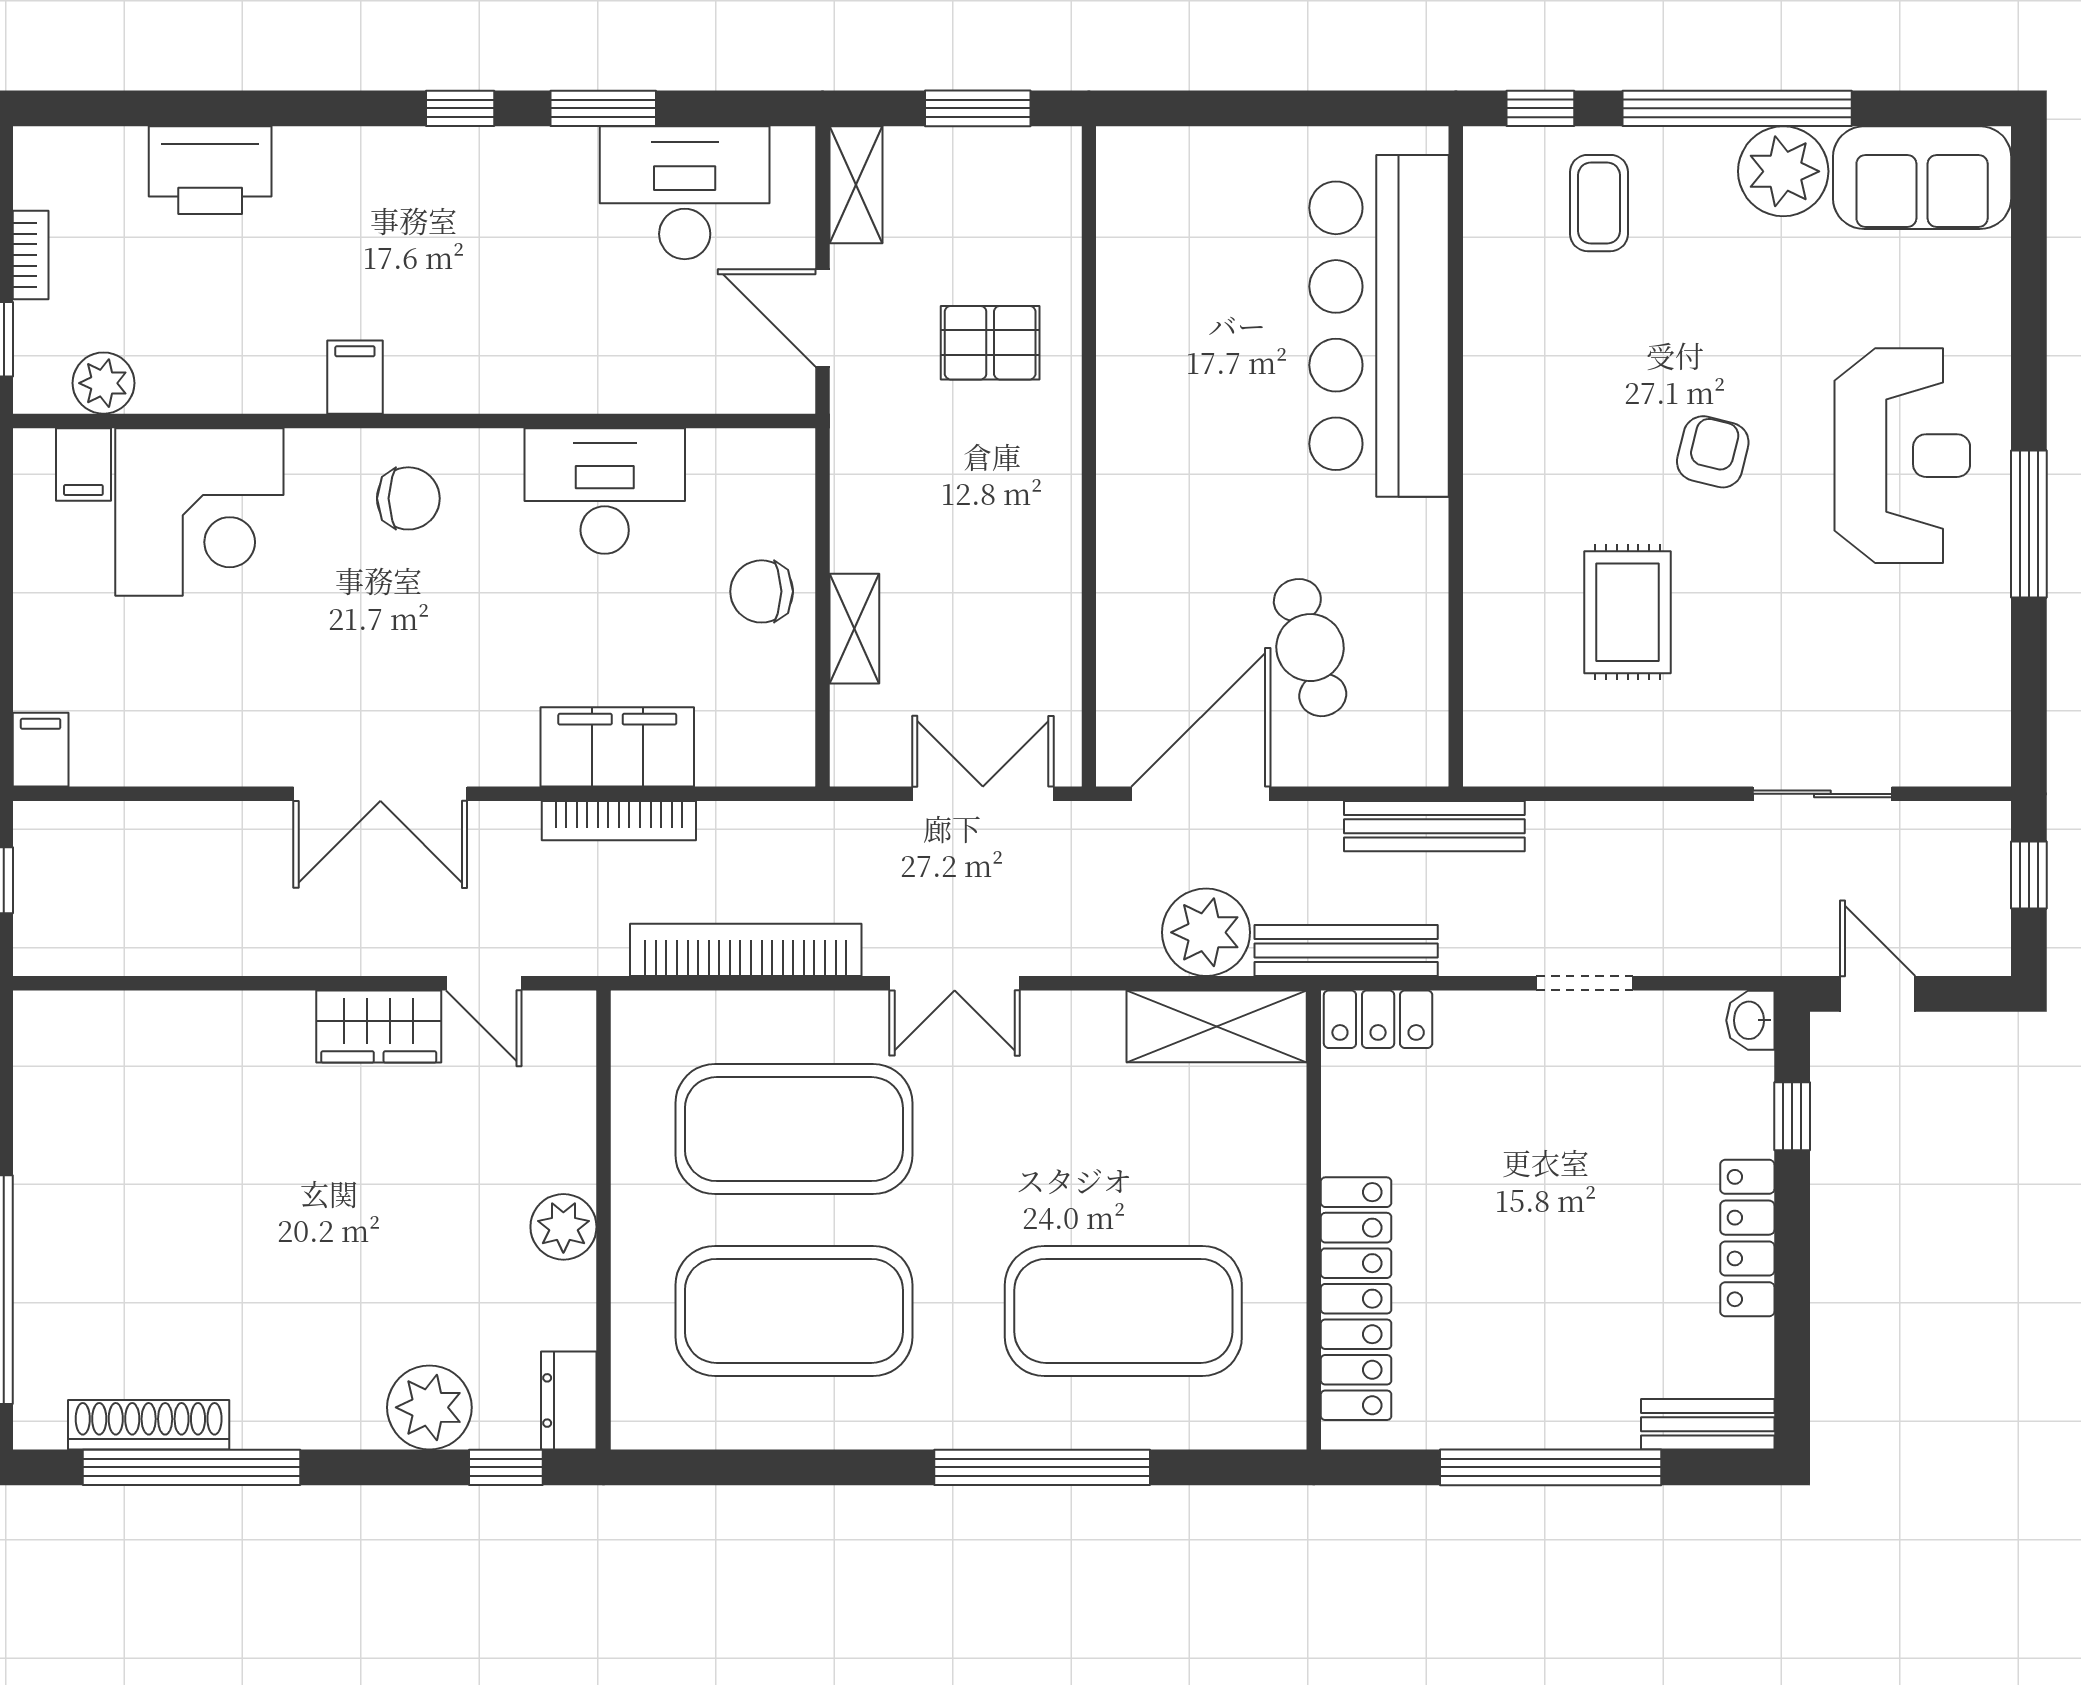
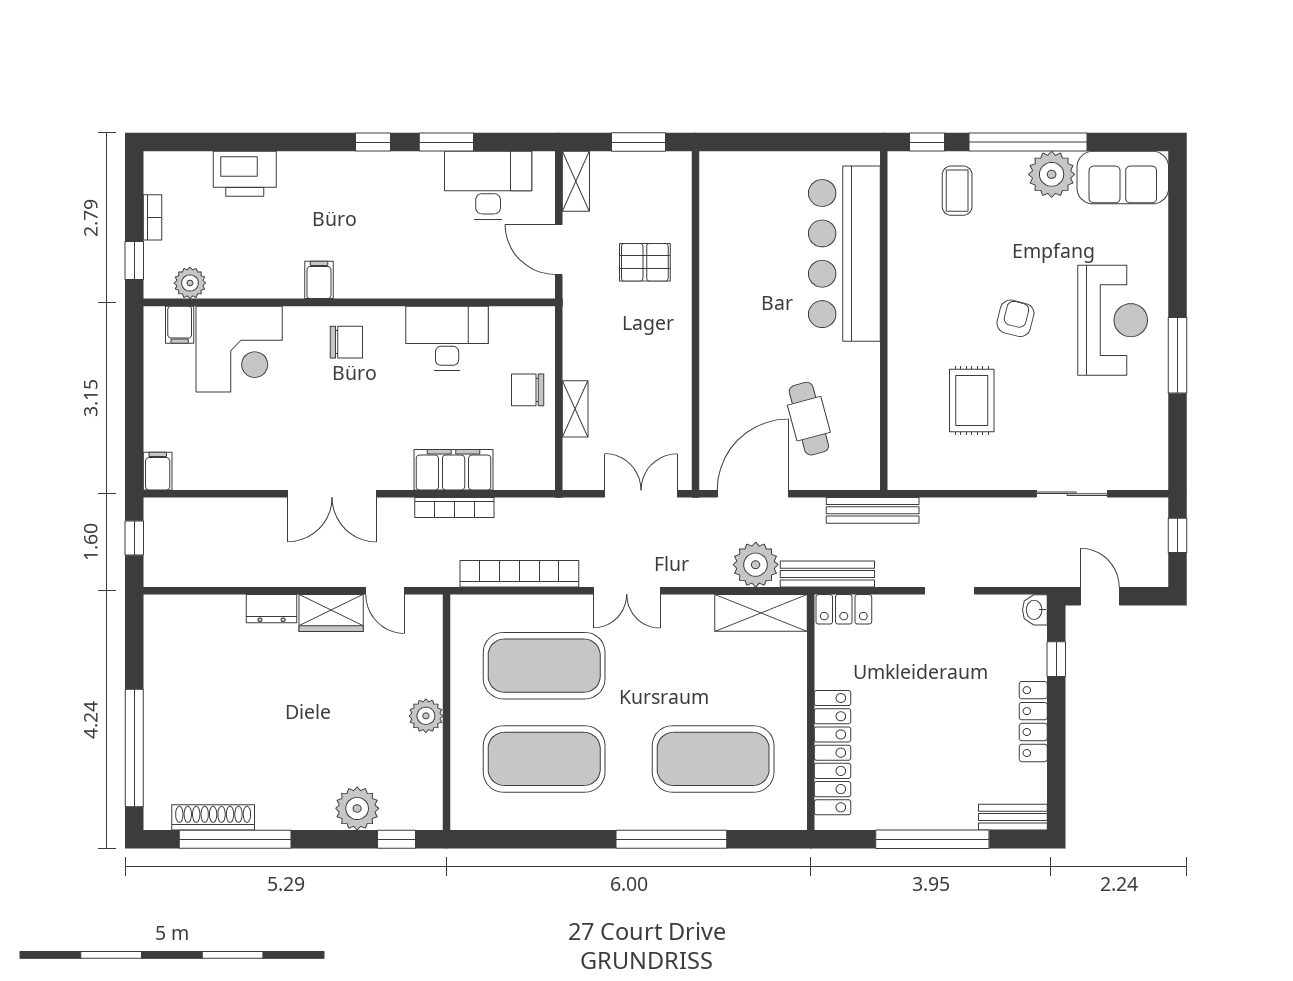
dresser: (569, 1400) -> (272, 609), moved, turned -90

